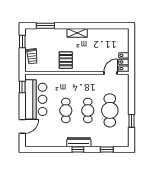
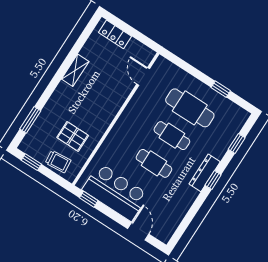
shelving: (77, 33) -> (75, 70), moved
pallet: (66, 60) -> (73, 136), moved
locker: (124, 62) -> (115, 34), moved

